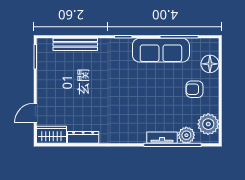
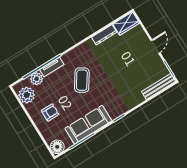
bench: (75, 44) -> (159, 86), moved
floor lamp: (210, 64) -> (57, 147), moved
coffee table: (138, 103) -> (82, 80), added
door: (35, 113) -> (155, 47), moved

